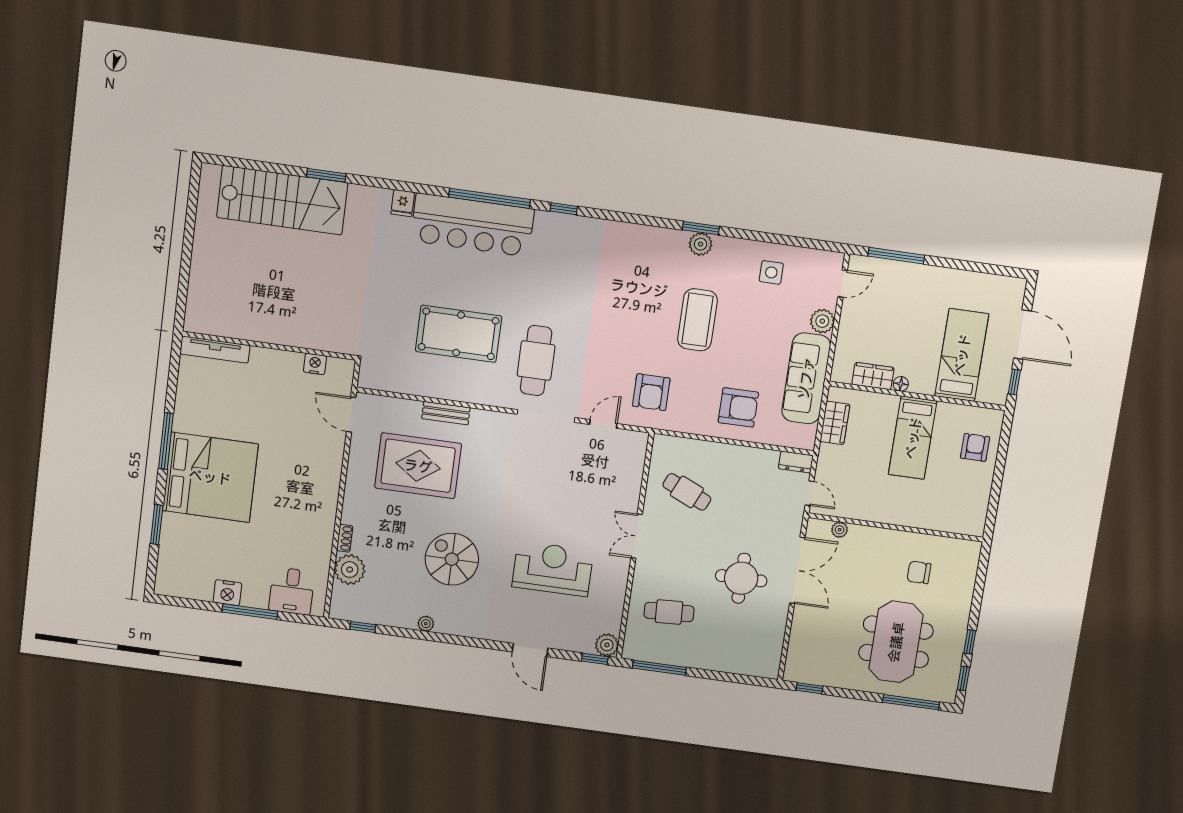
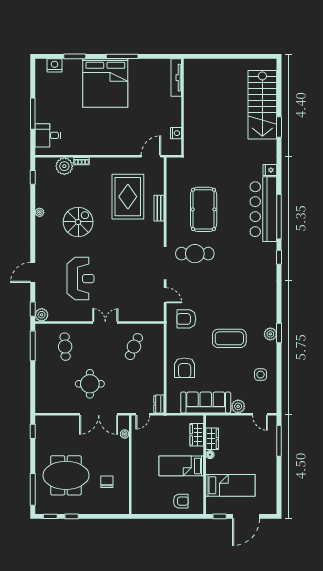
wardrobe: (835, 423) -> (197, 435), moved, turned 90
nightstand: (227, 593) -> (55, 65), moved, turned 90

